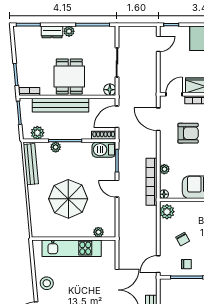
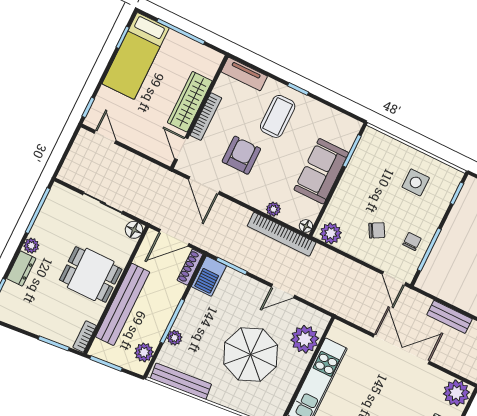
door: (117, 117) -> (174, 238), hinge flipped
door: (158, 119) -> (204, 185), hinge flipped
door: (117, 189) -> (283, 291), moved
plant: (98, 232) -> (305, 339), width x1.88, depth x1.88

